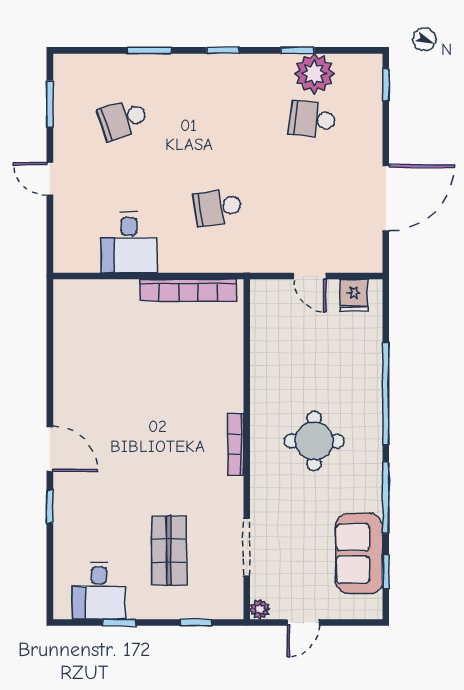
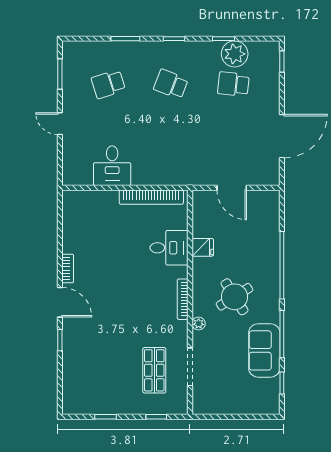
school desk: (218, 207) -> (171, 84), moved, turned 30
door: (310, 276) -> (232, 188), width x1.38
fridge: (354, 295) -> (203, 247), moved, turned -90
bookcase: (62, 398) -> (68, 269), added
round table: (314, 441) -> (235, 297), turned -32
shop shelf: (169, 551) -> (154, 370), moved
sofa: (359, 553) -> (264, 350), moved
desk: (99, 591) -> (169, 248), moved, turned -90
plant: (260, 609) -> (199, 324), moved
door: (303, 622) -> (227, 417), removed

